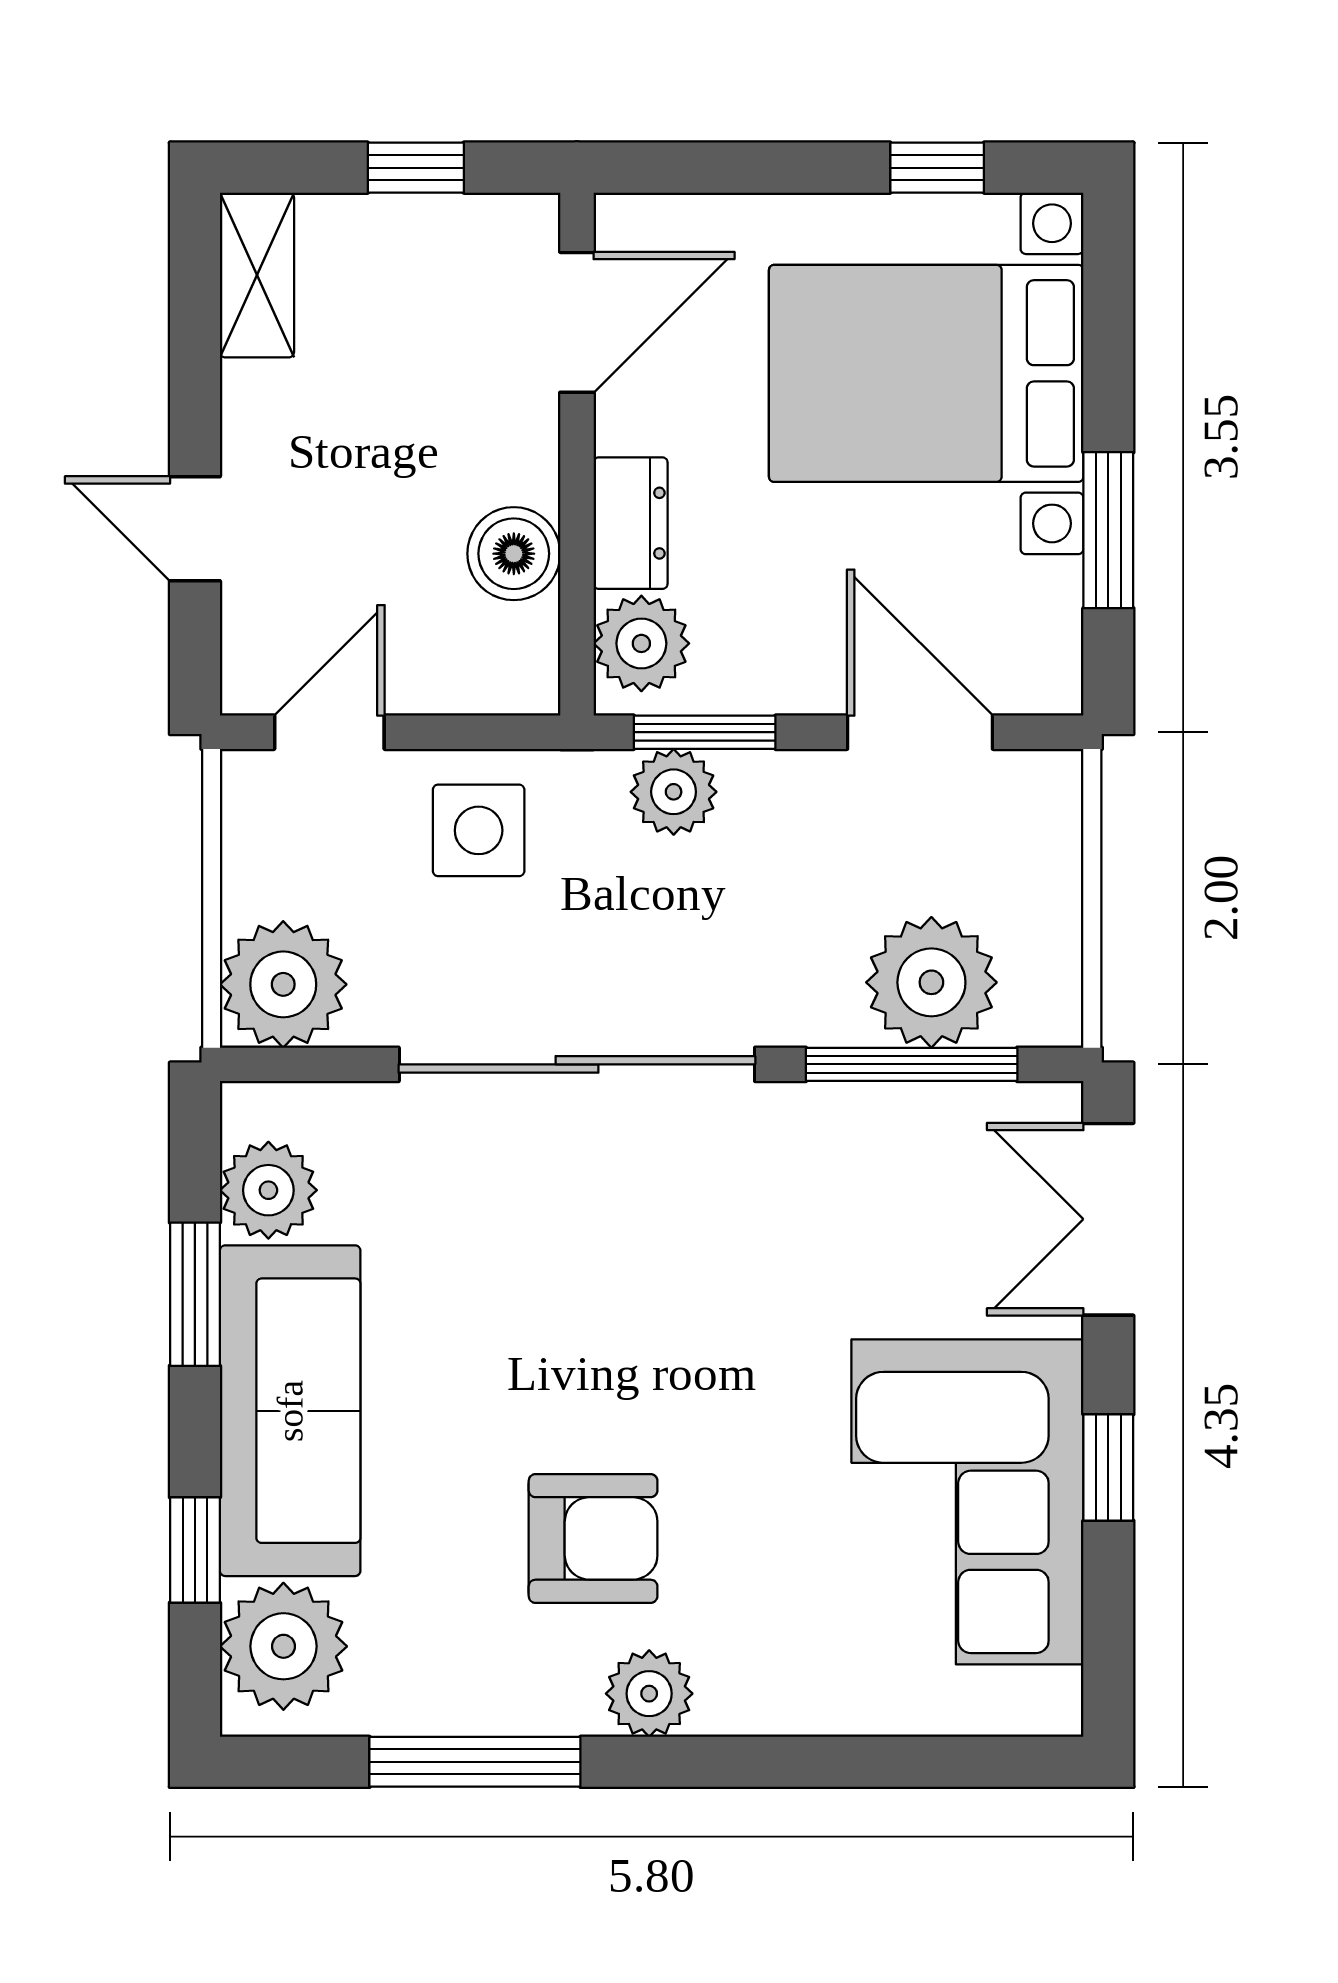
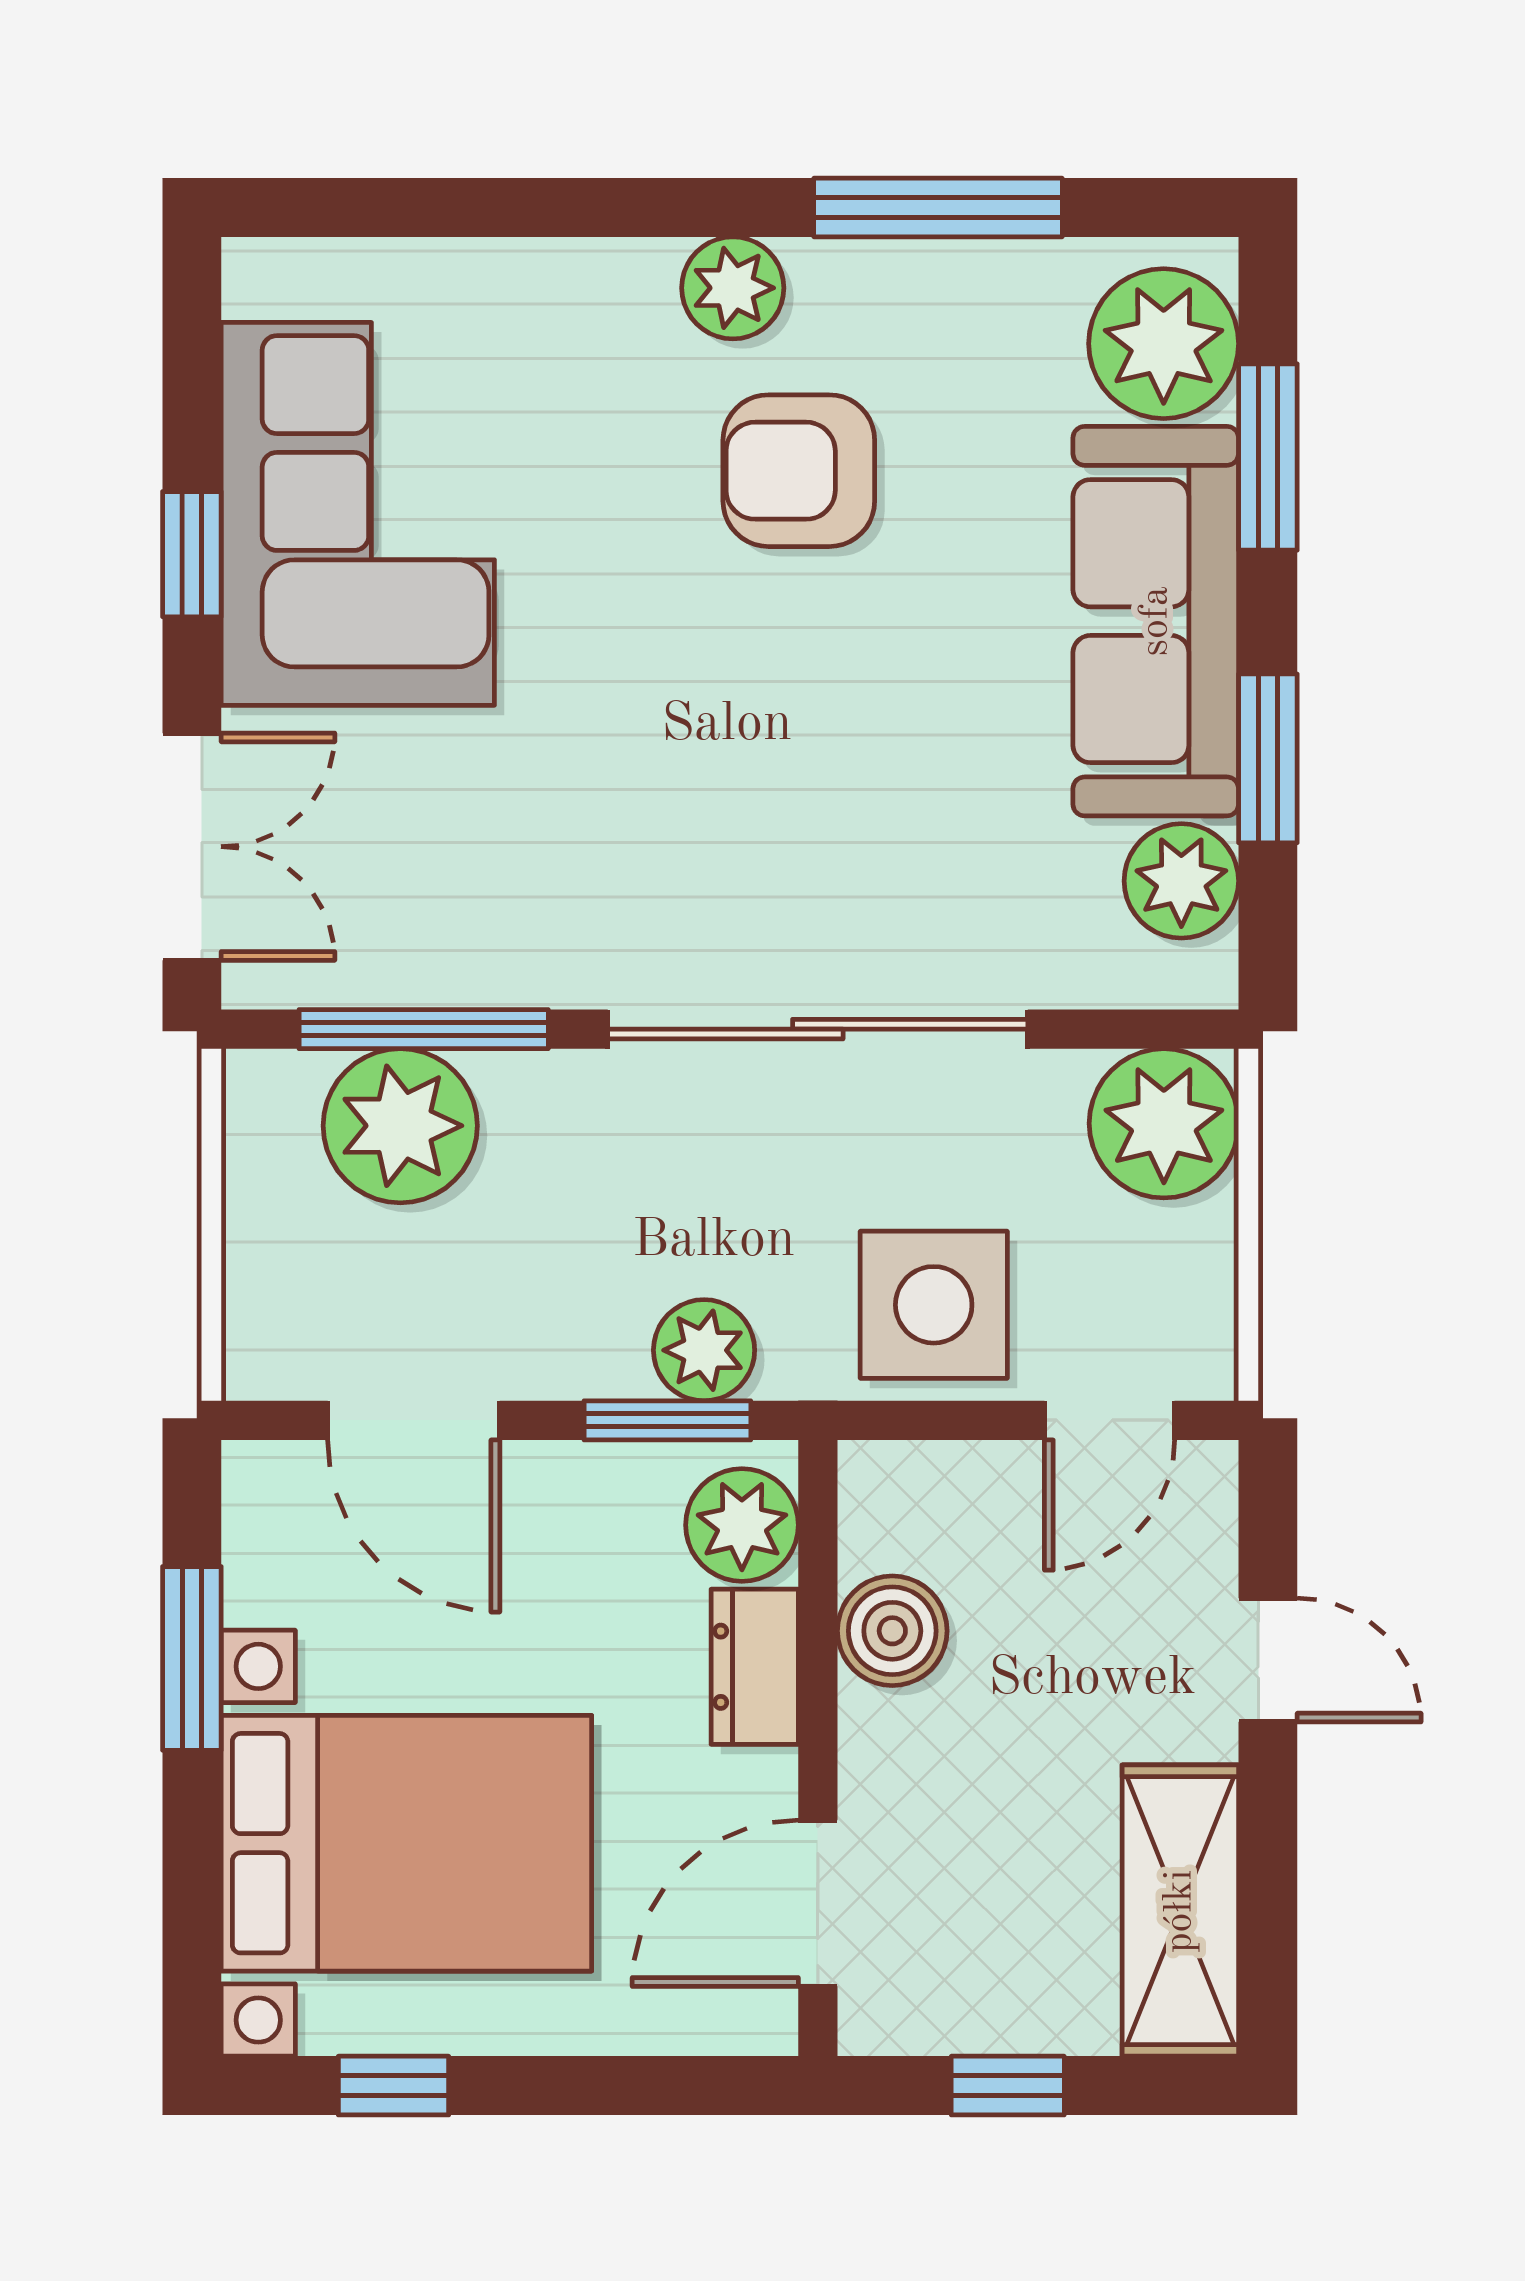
shelving: (257, 275) -> (1180, 1911), width x1.50, depth x1.33
side table: (479, 830) -> (934, 1305), width x1.37, depth x1.37
window: (195, 1550) -> (1268, 457), width x1.50

